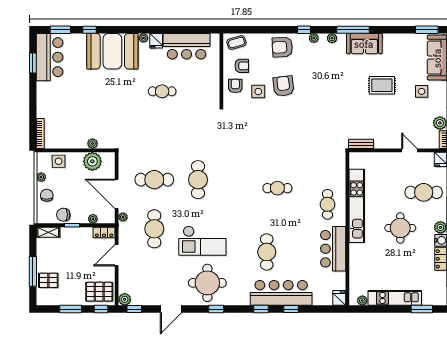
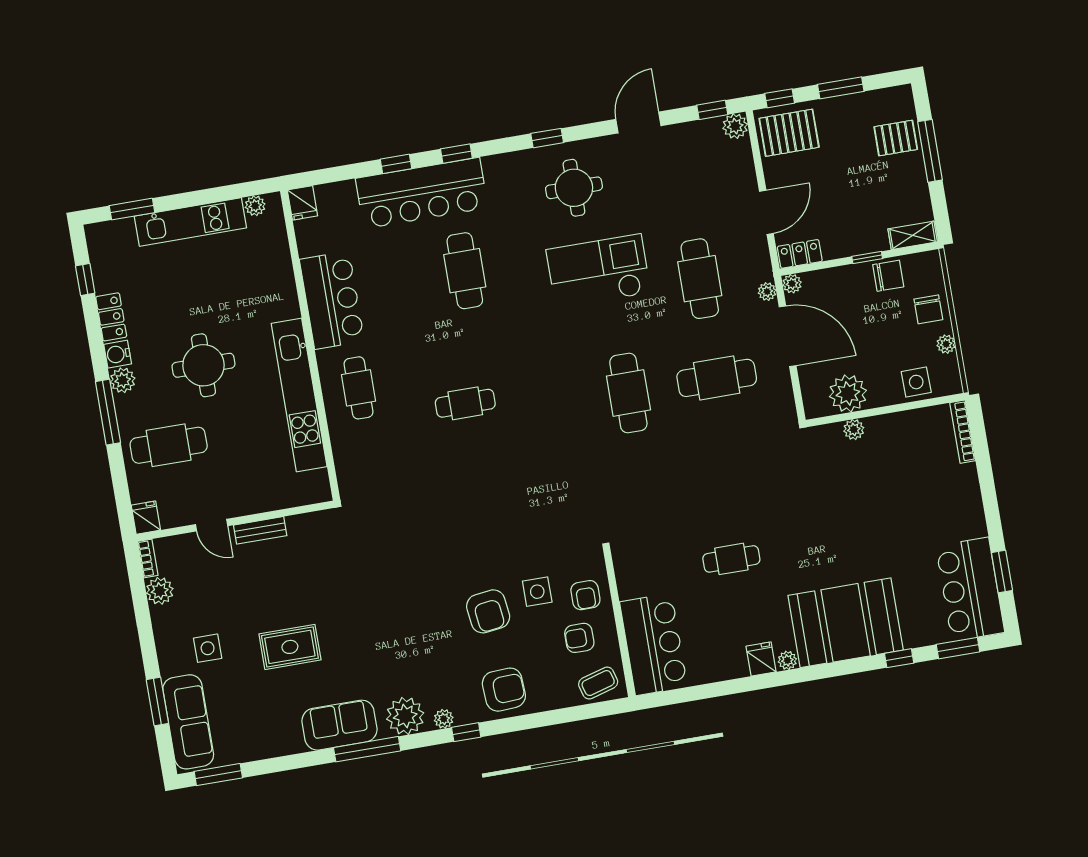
plant: (332, 38) -> (405, 716), width x1.87, depth x1.87
bar counter: (187, 46) -> (654, 644), moved, turned 90
bench: (361, 144) -> (260, 530), moved
plant: (93, 219) -> (792, 284), moved
round table: (207, 283) -> (574, 188), width x0.73, depth x0.73

